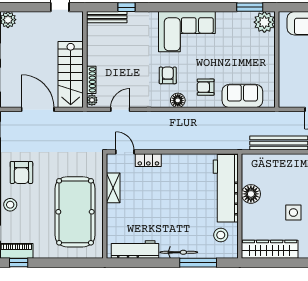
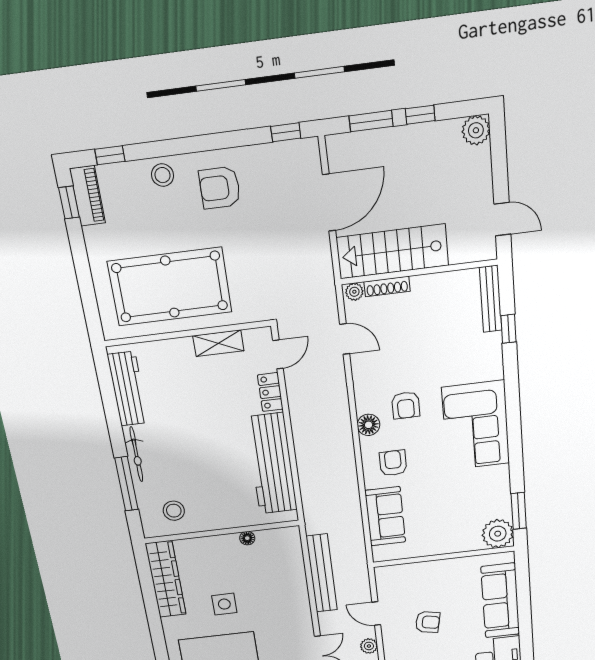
armchair: (168, 75) -> (406, 405), turned 90
workbench: (226, 188) -> (272, 464), moved, turned -90
floor lamp: (251, 194) -> (247, 538), width x0.53, depth x0.53

